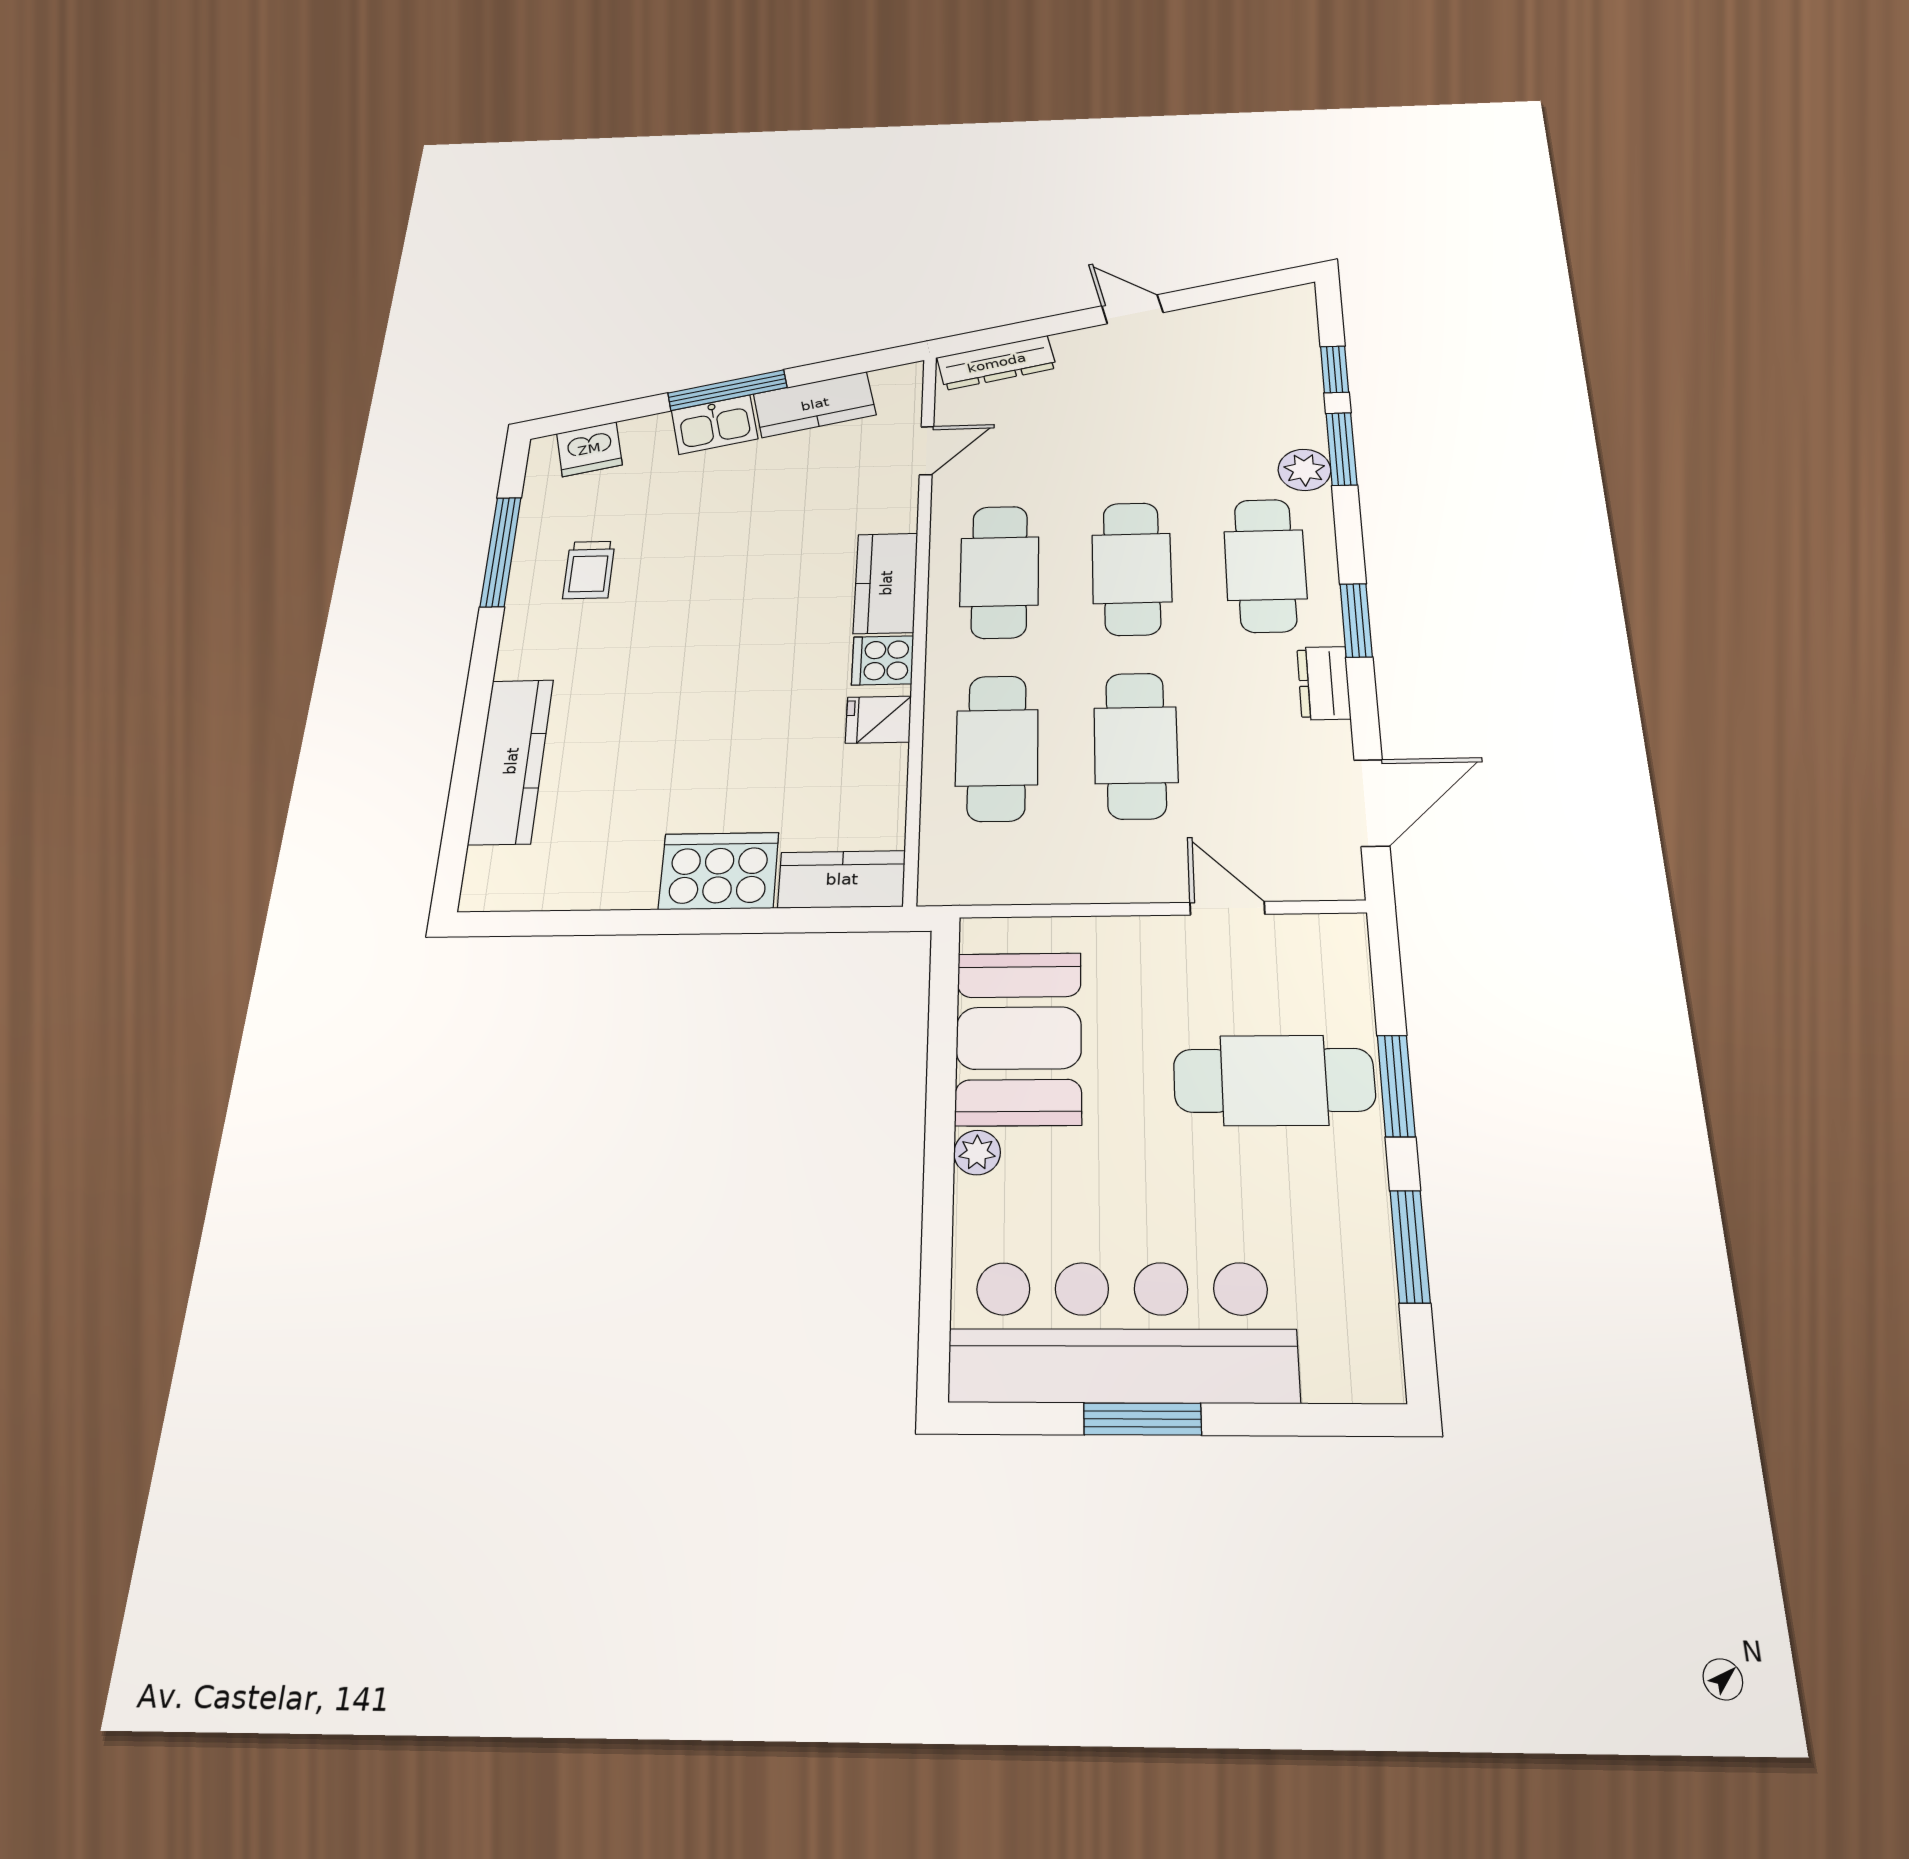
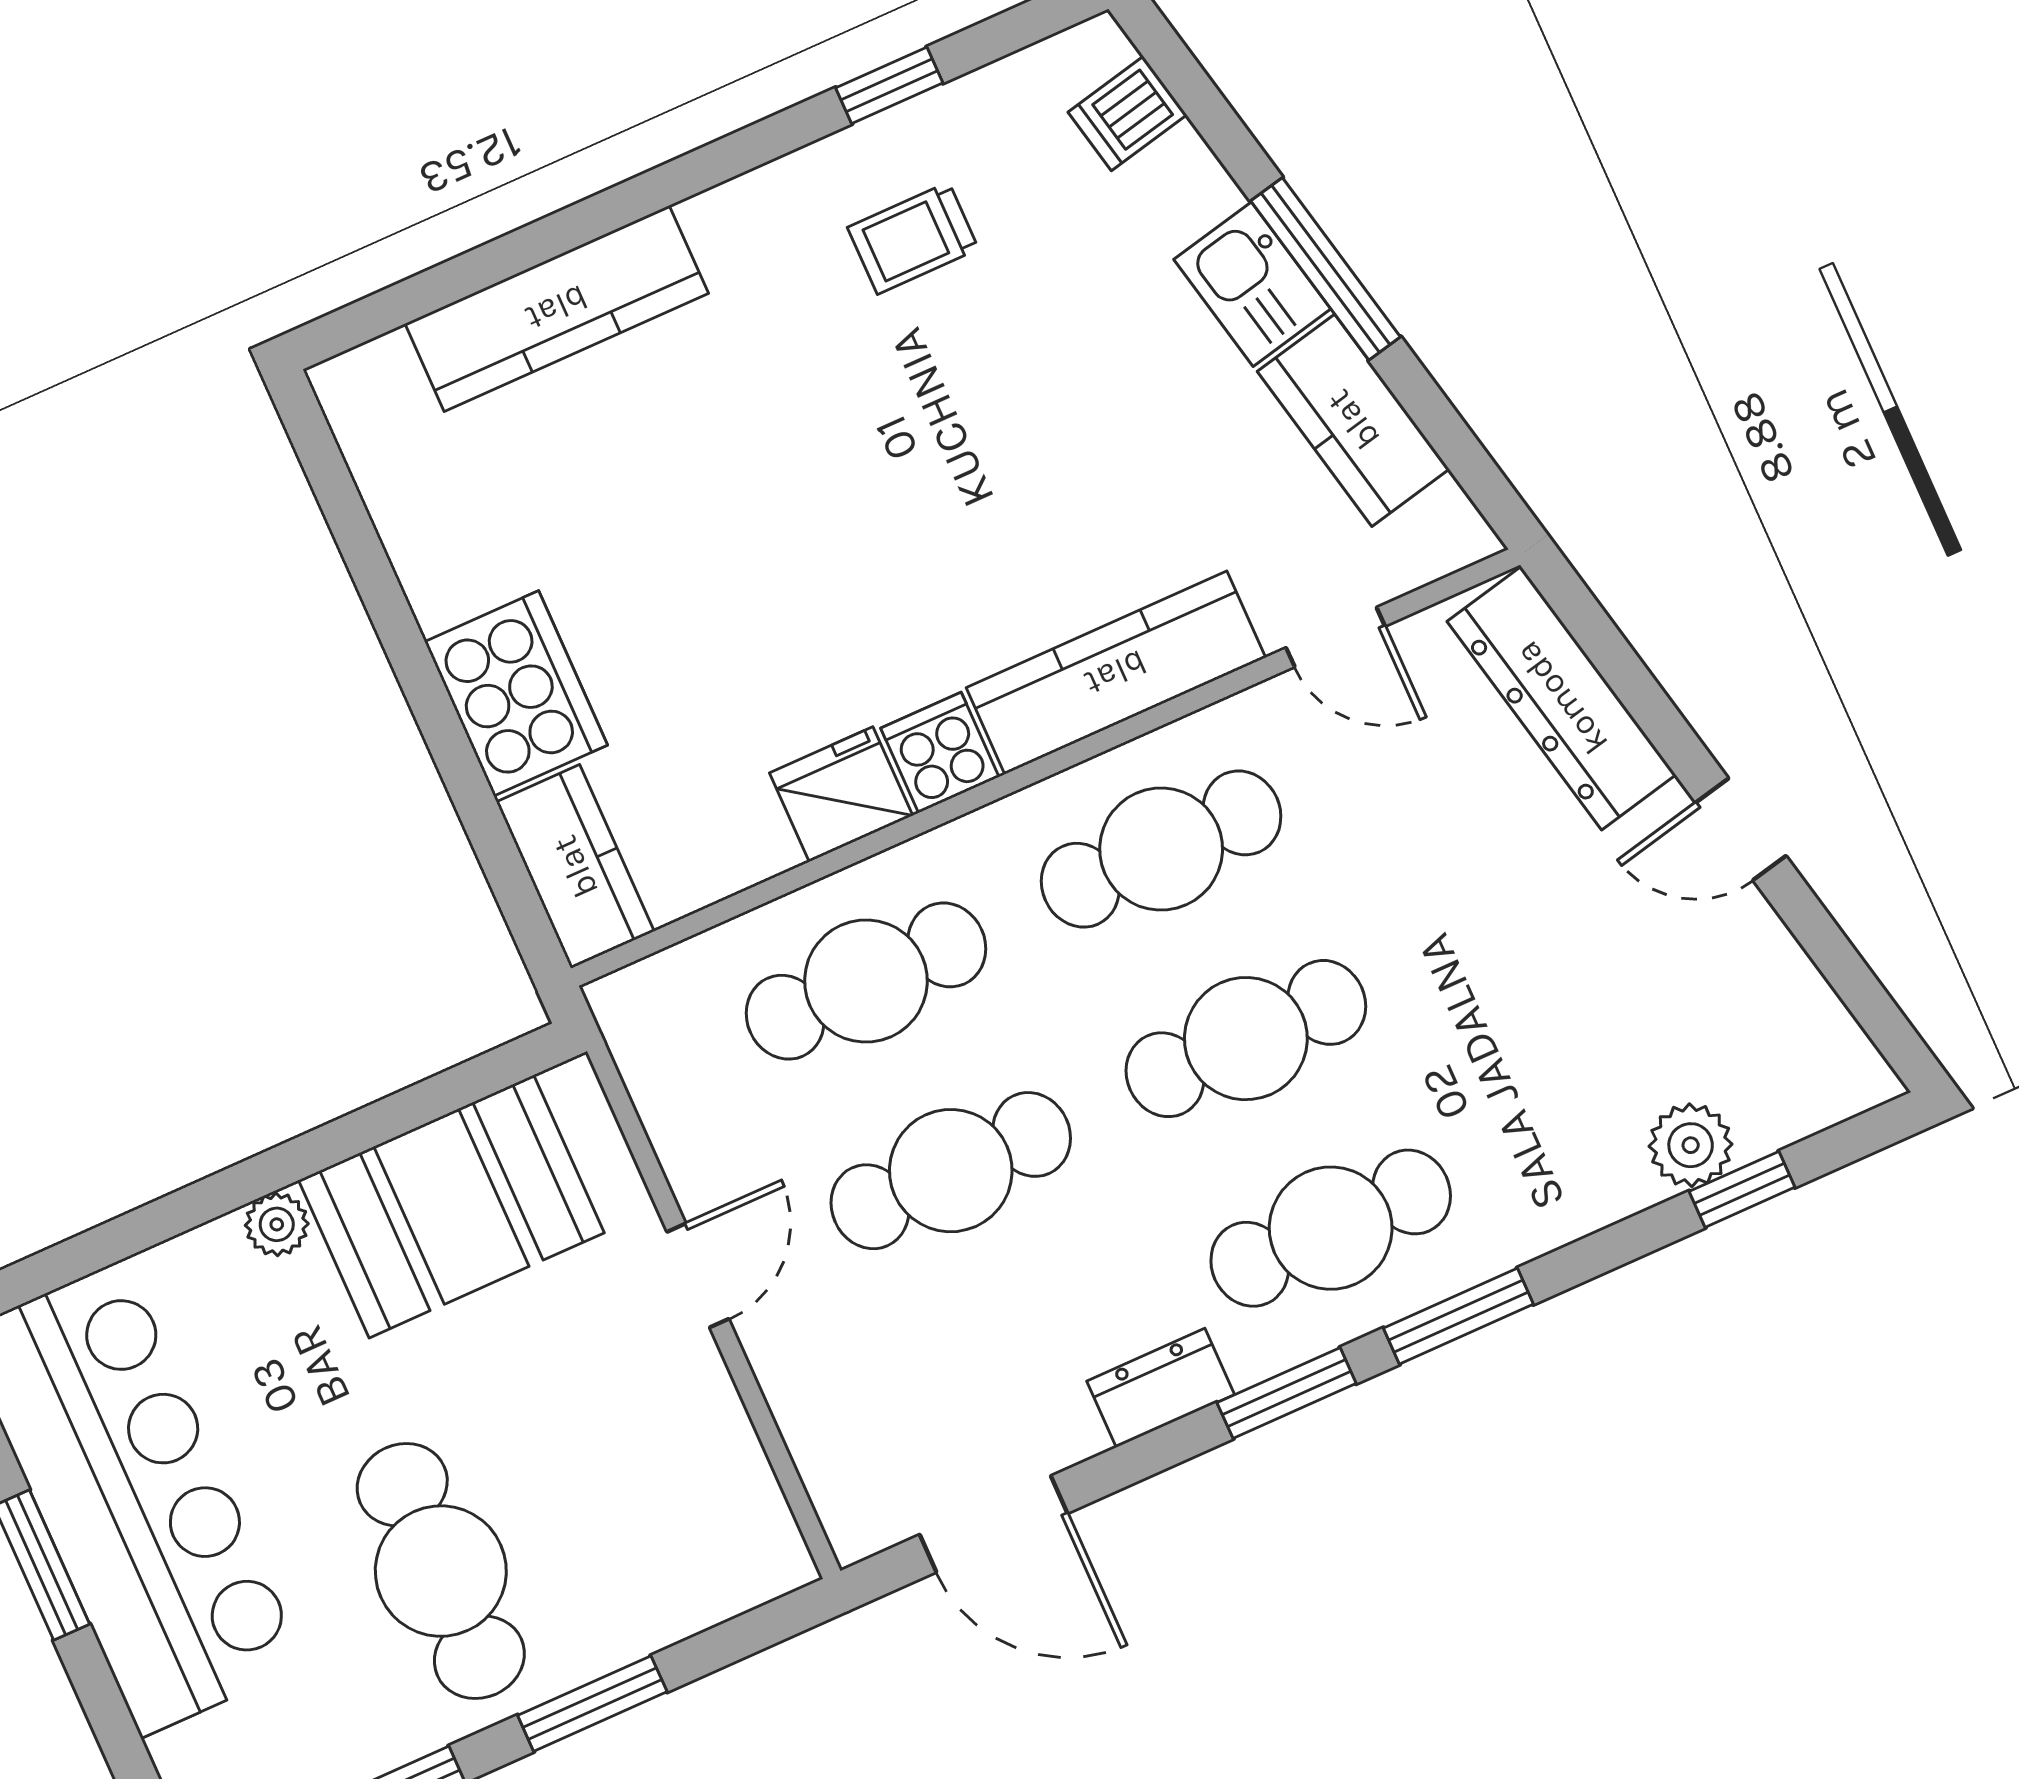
door: (1132, 309) -> (1741, 829), swing flipped
dresser: (996, 363) -> (1561, 698), width x1.37, depth x1.24
dishwasher: (589, 449) -> (1127, 114), width x0.73
window: (1341, 449) -> (1458, 1316), moved
plant: (1304, 470) -> (1691, 1145), moved
window: (501, 552) -> (889, 85), width x0.46
kitchen counter: (886, 583) -> (1116, 673), width x1.50
fridge: (878, 720) -> (841, 794), width x1.38
door: (1227, 908) -> (698, 1275), moved
cafe table: (1274, 1080) -> (441, 1571), moved

